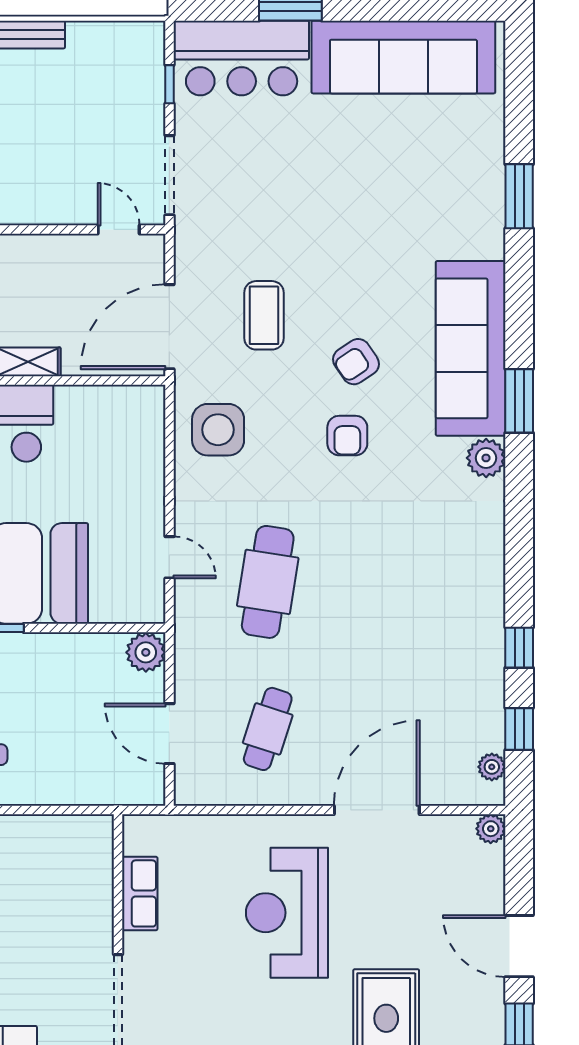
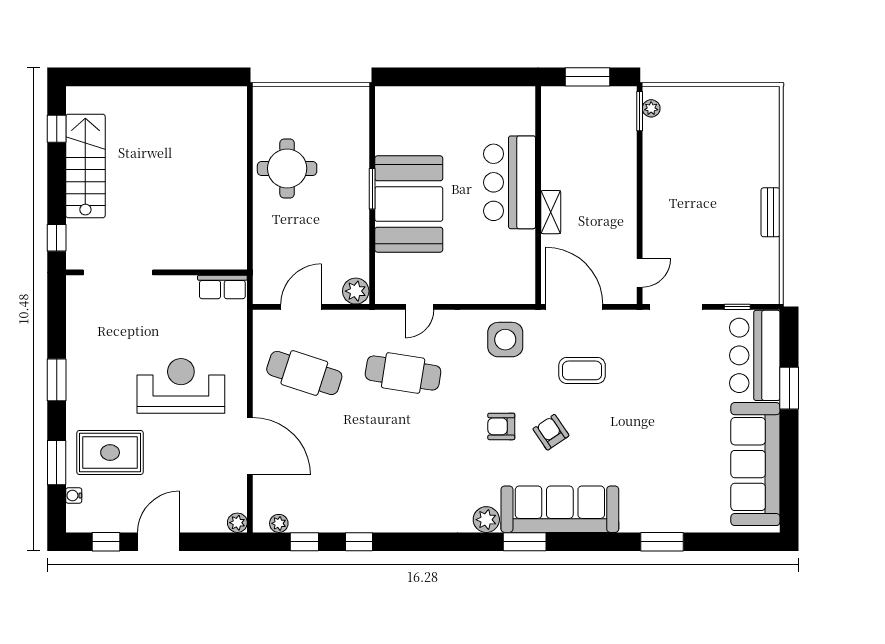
cafe table: (268, 729) -> (304, 373), width x1.37, depth x1.35
row of seats: (140, 893) -> (222, 287), moved

